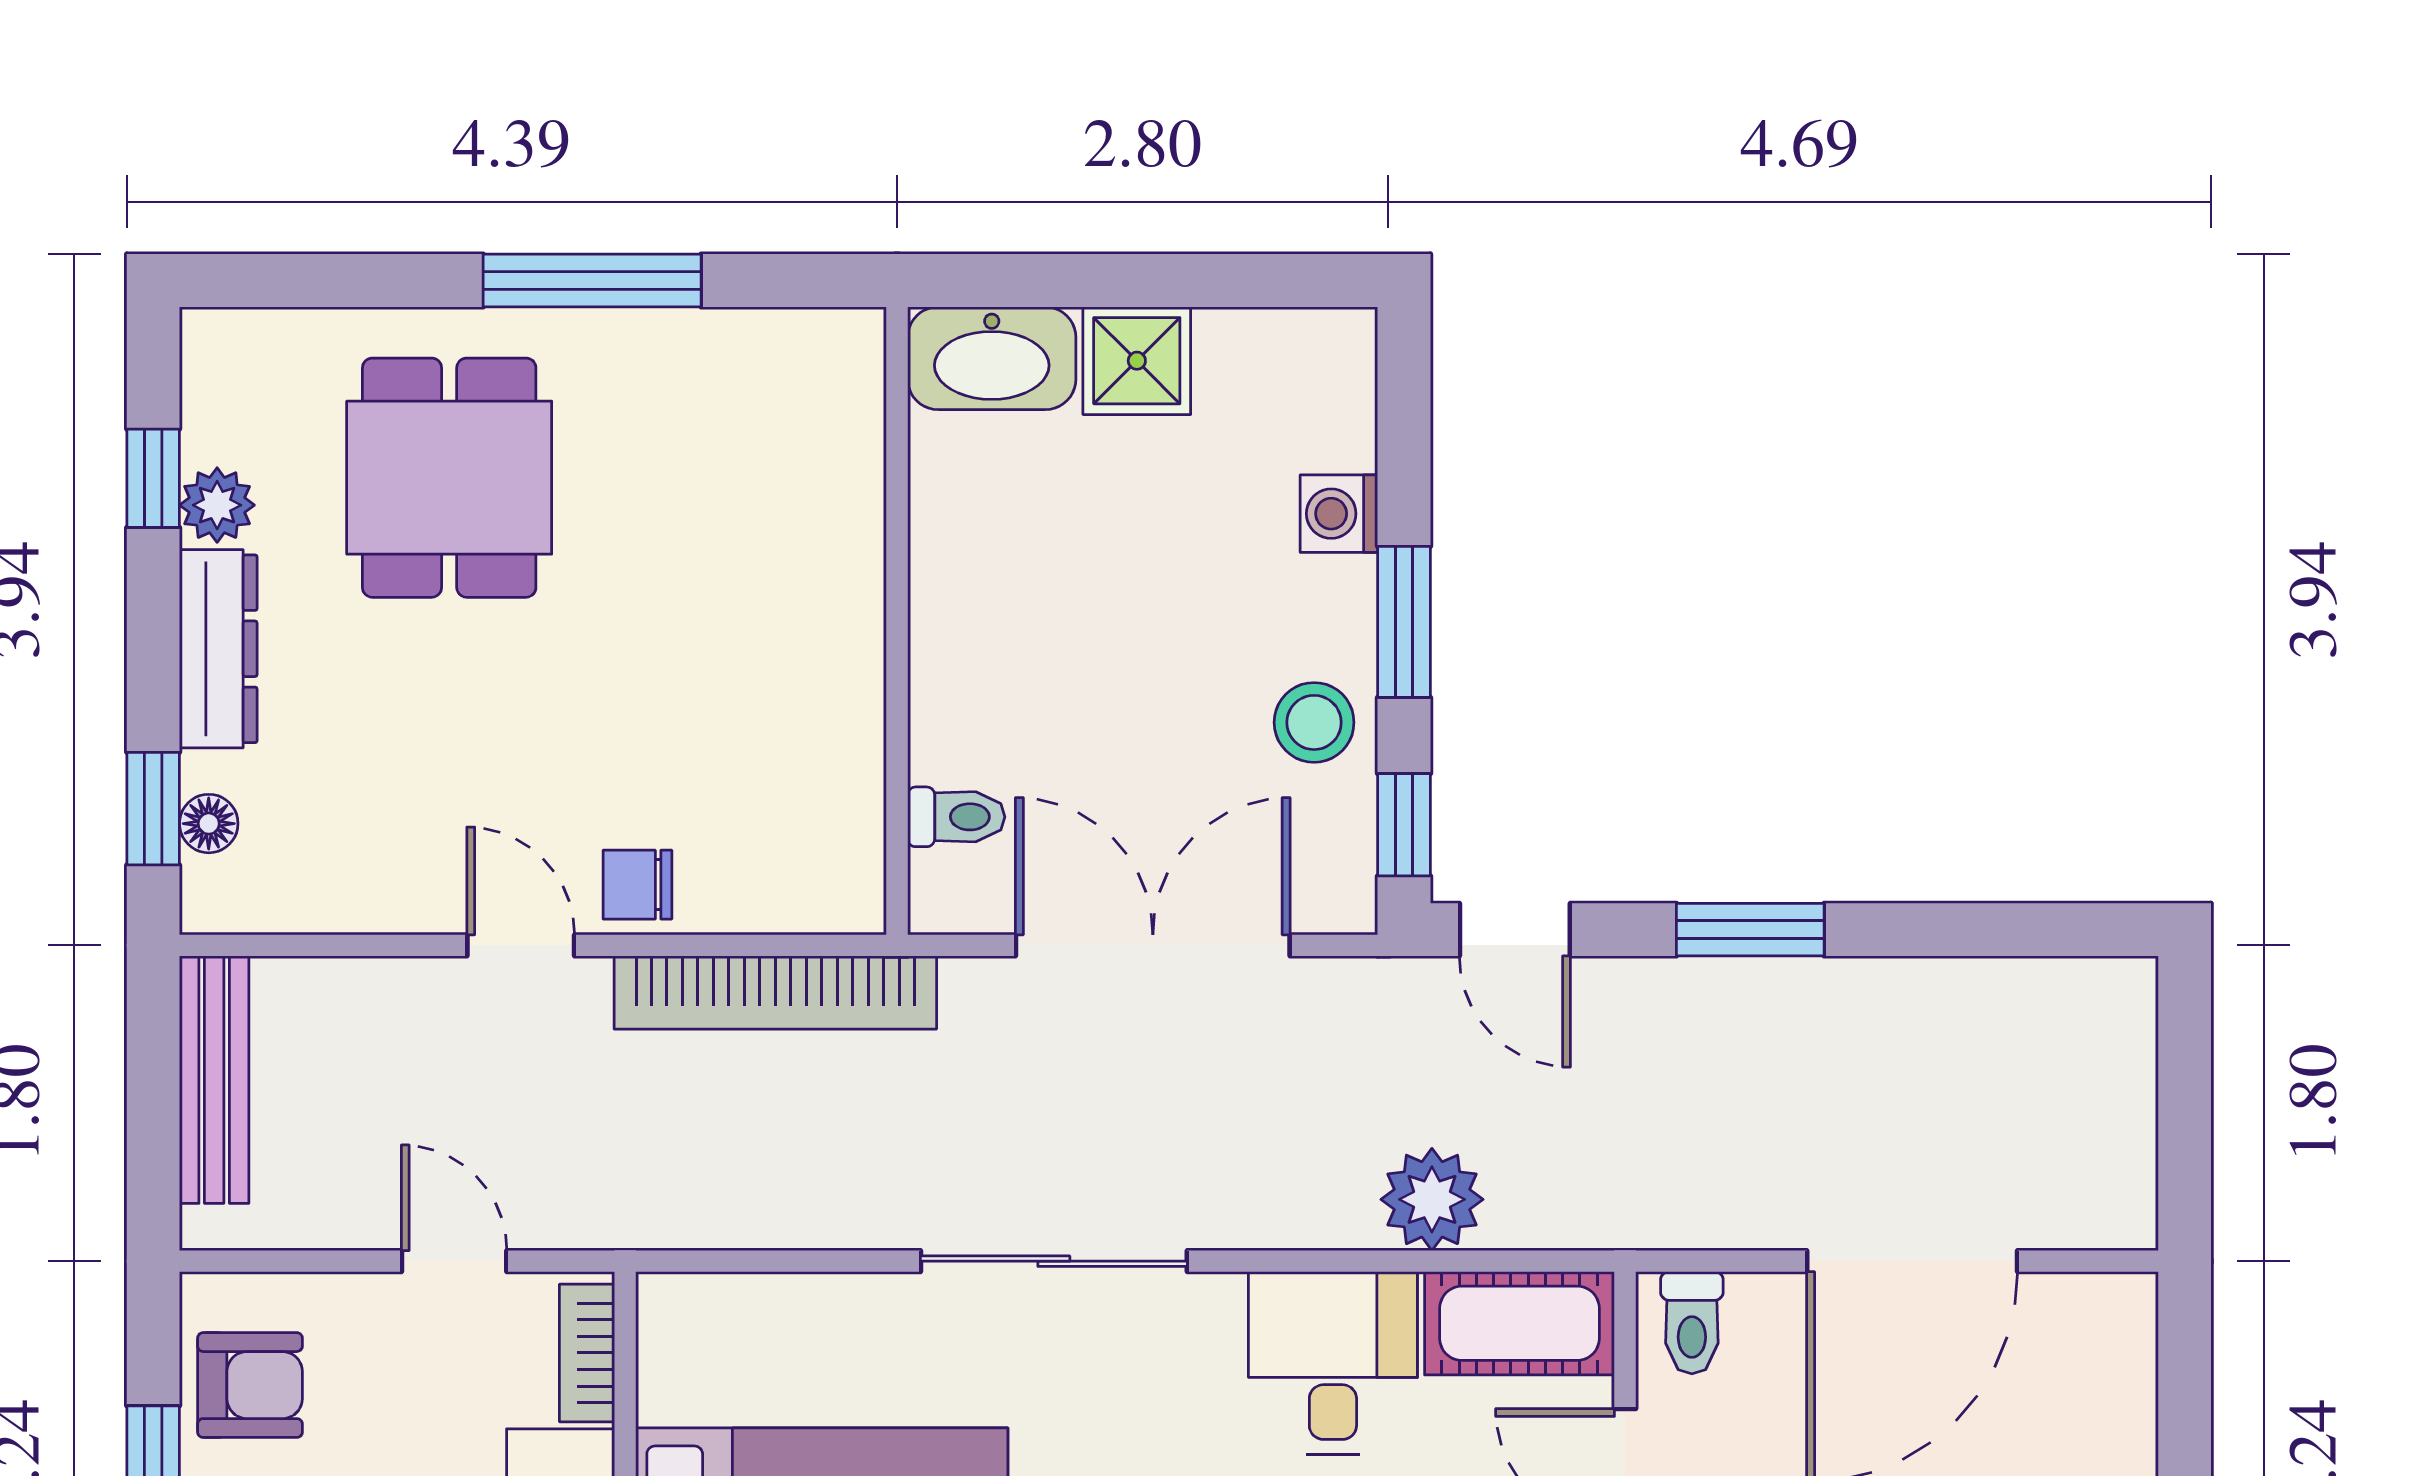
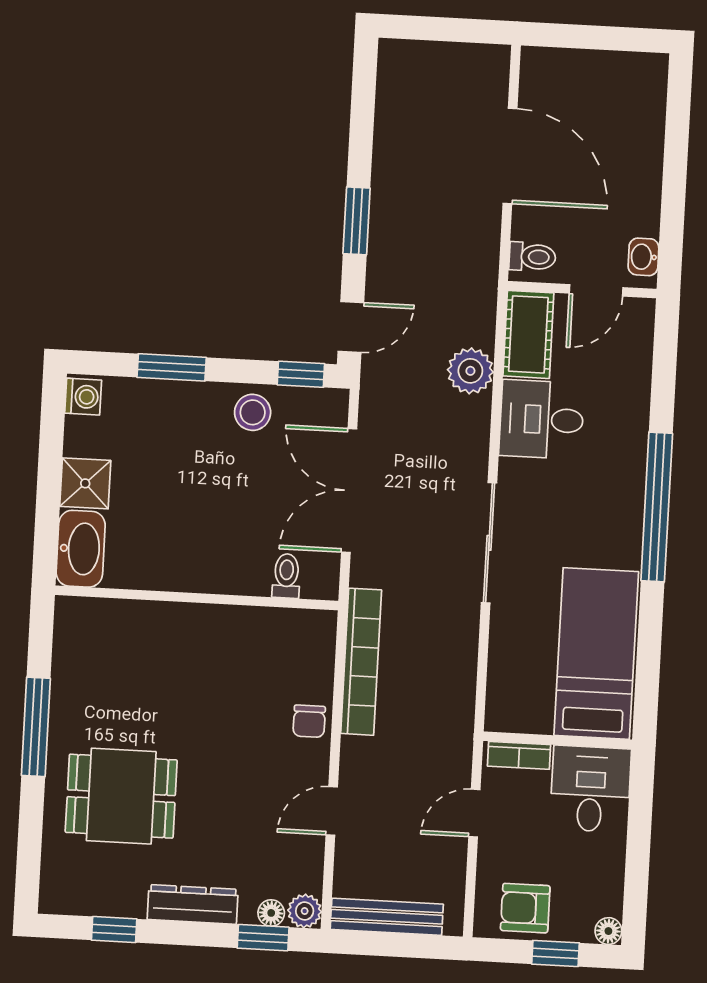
plant: (217, 505) -> (305, 911), moved
washing machine: (1339, 514) -> (83, 397), moved, turned -90
window: (1404, 622) -> (172, 367), moved
door: (521, 945) -> (332, 811), moved
armchair: (250, 1385) -> (525, 908), turned -90

